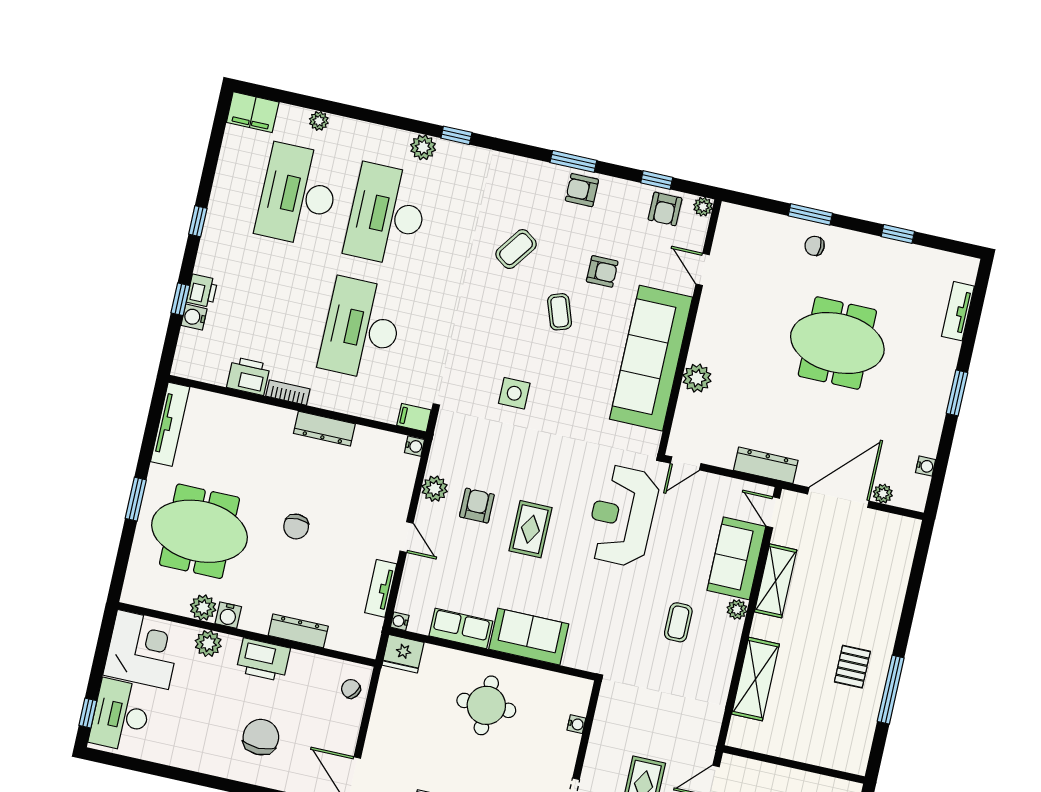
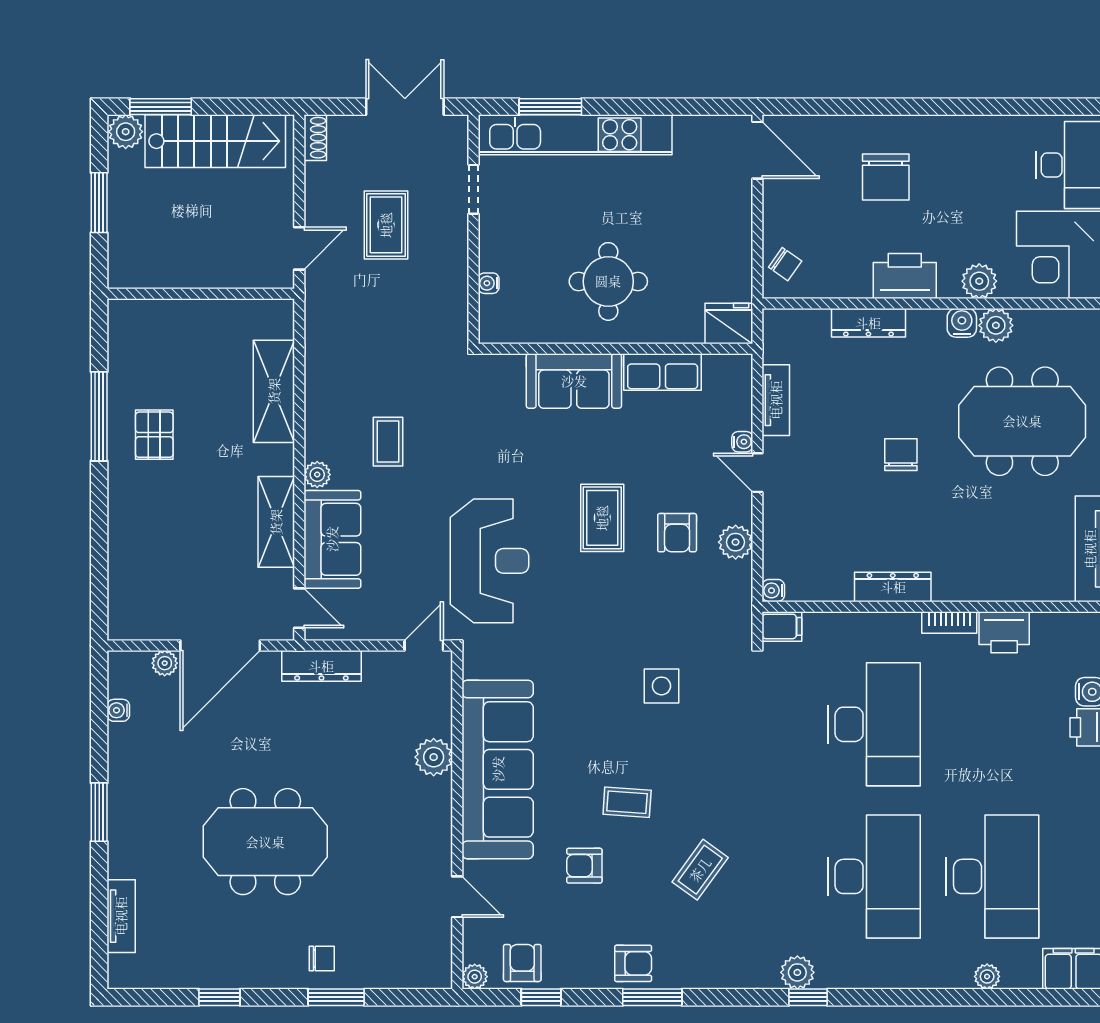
plant: (423, 147) -> (797, 972), moved
coffee table: (560, 312) -> (627, 802), turned -67
water cooler: (400, 621) -> (742, 442), moved

